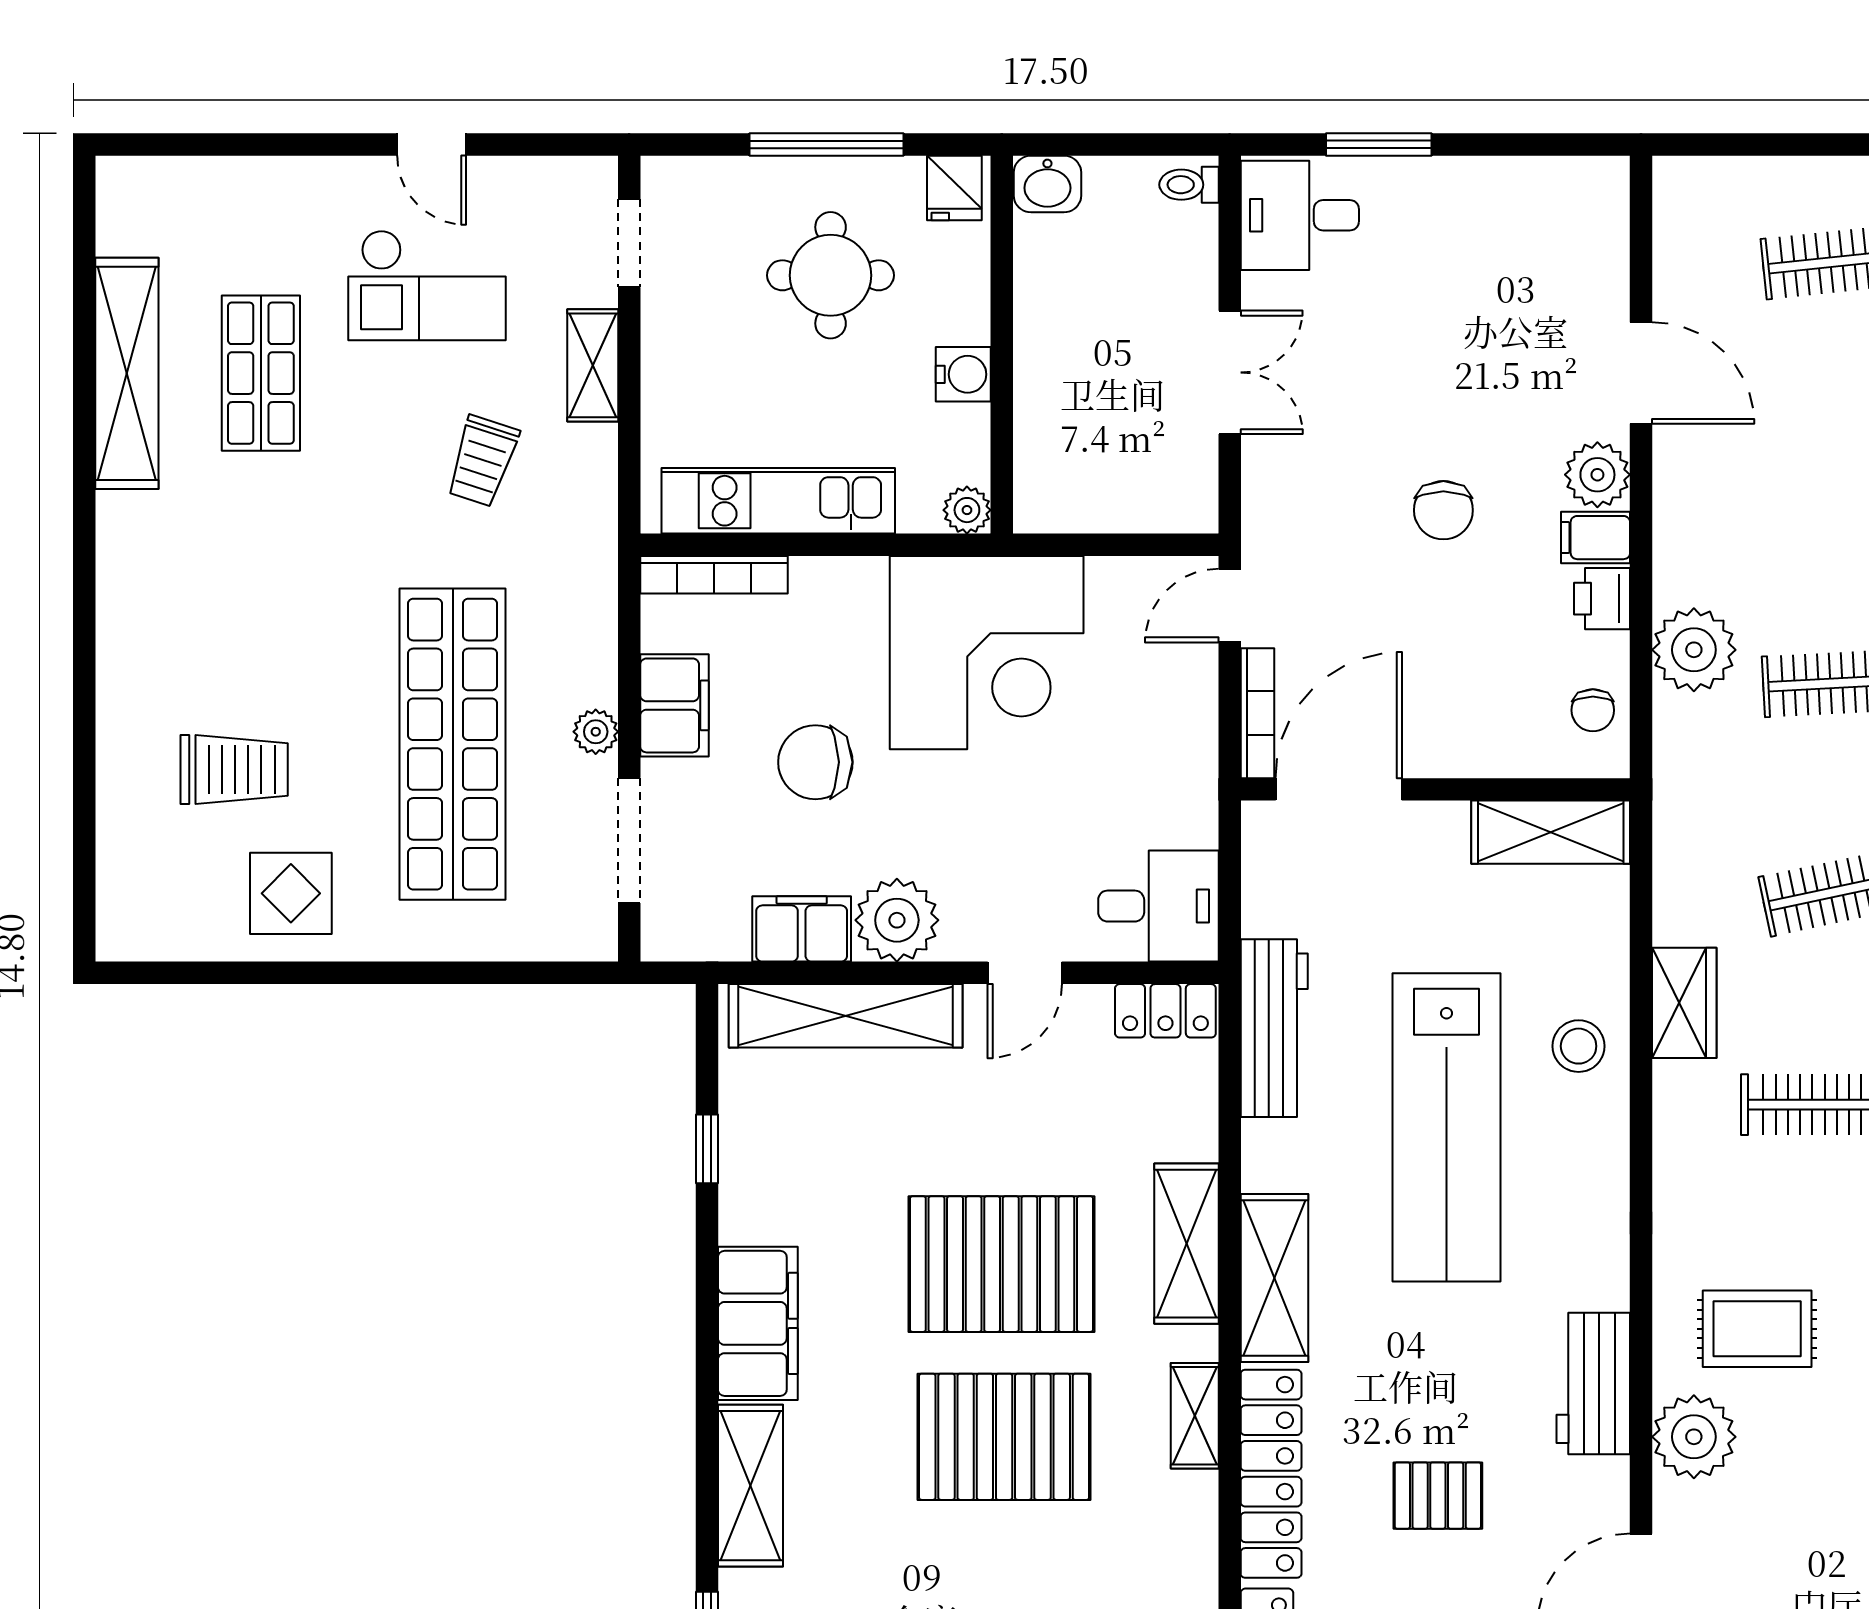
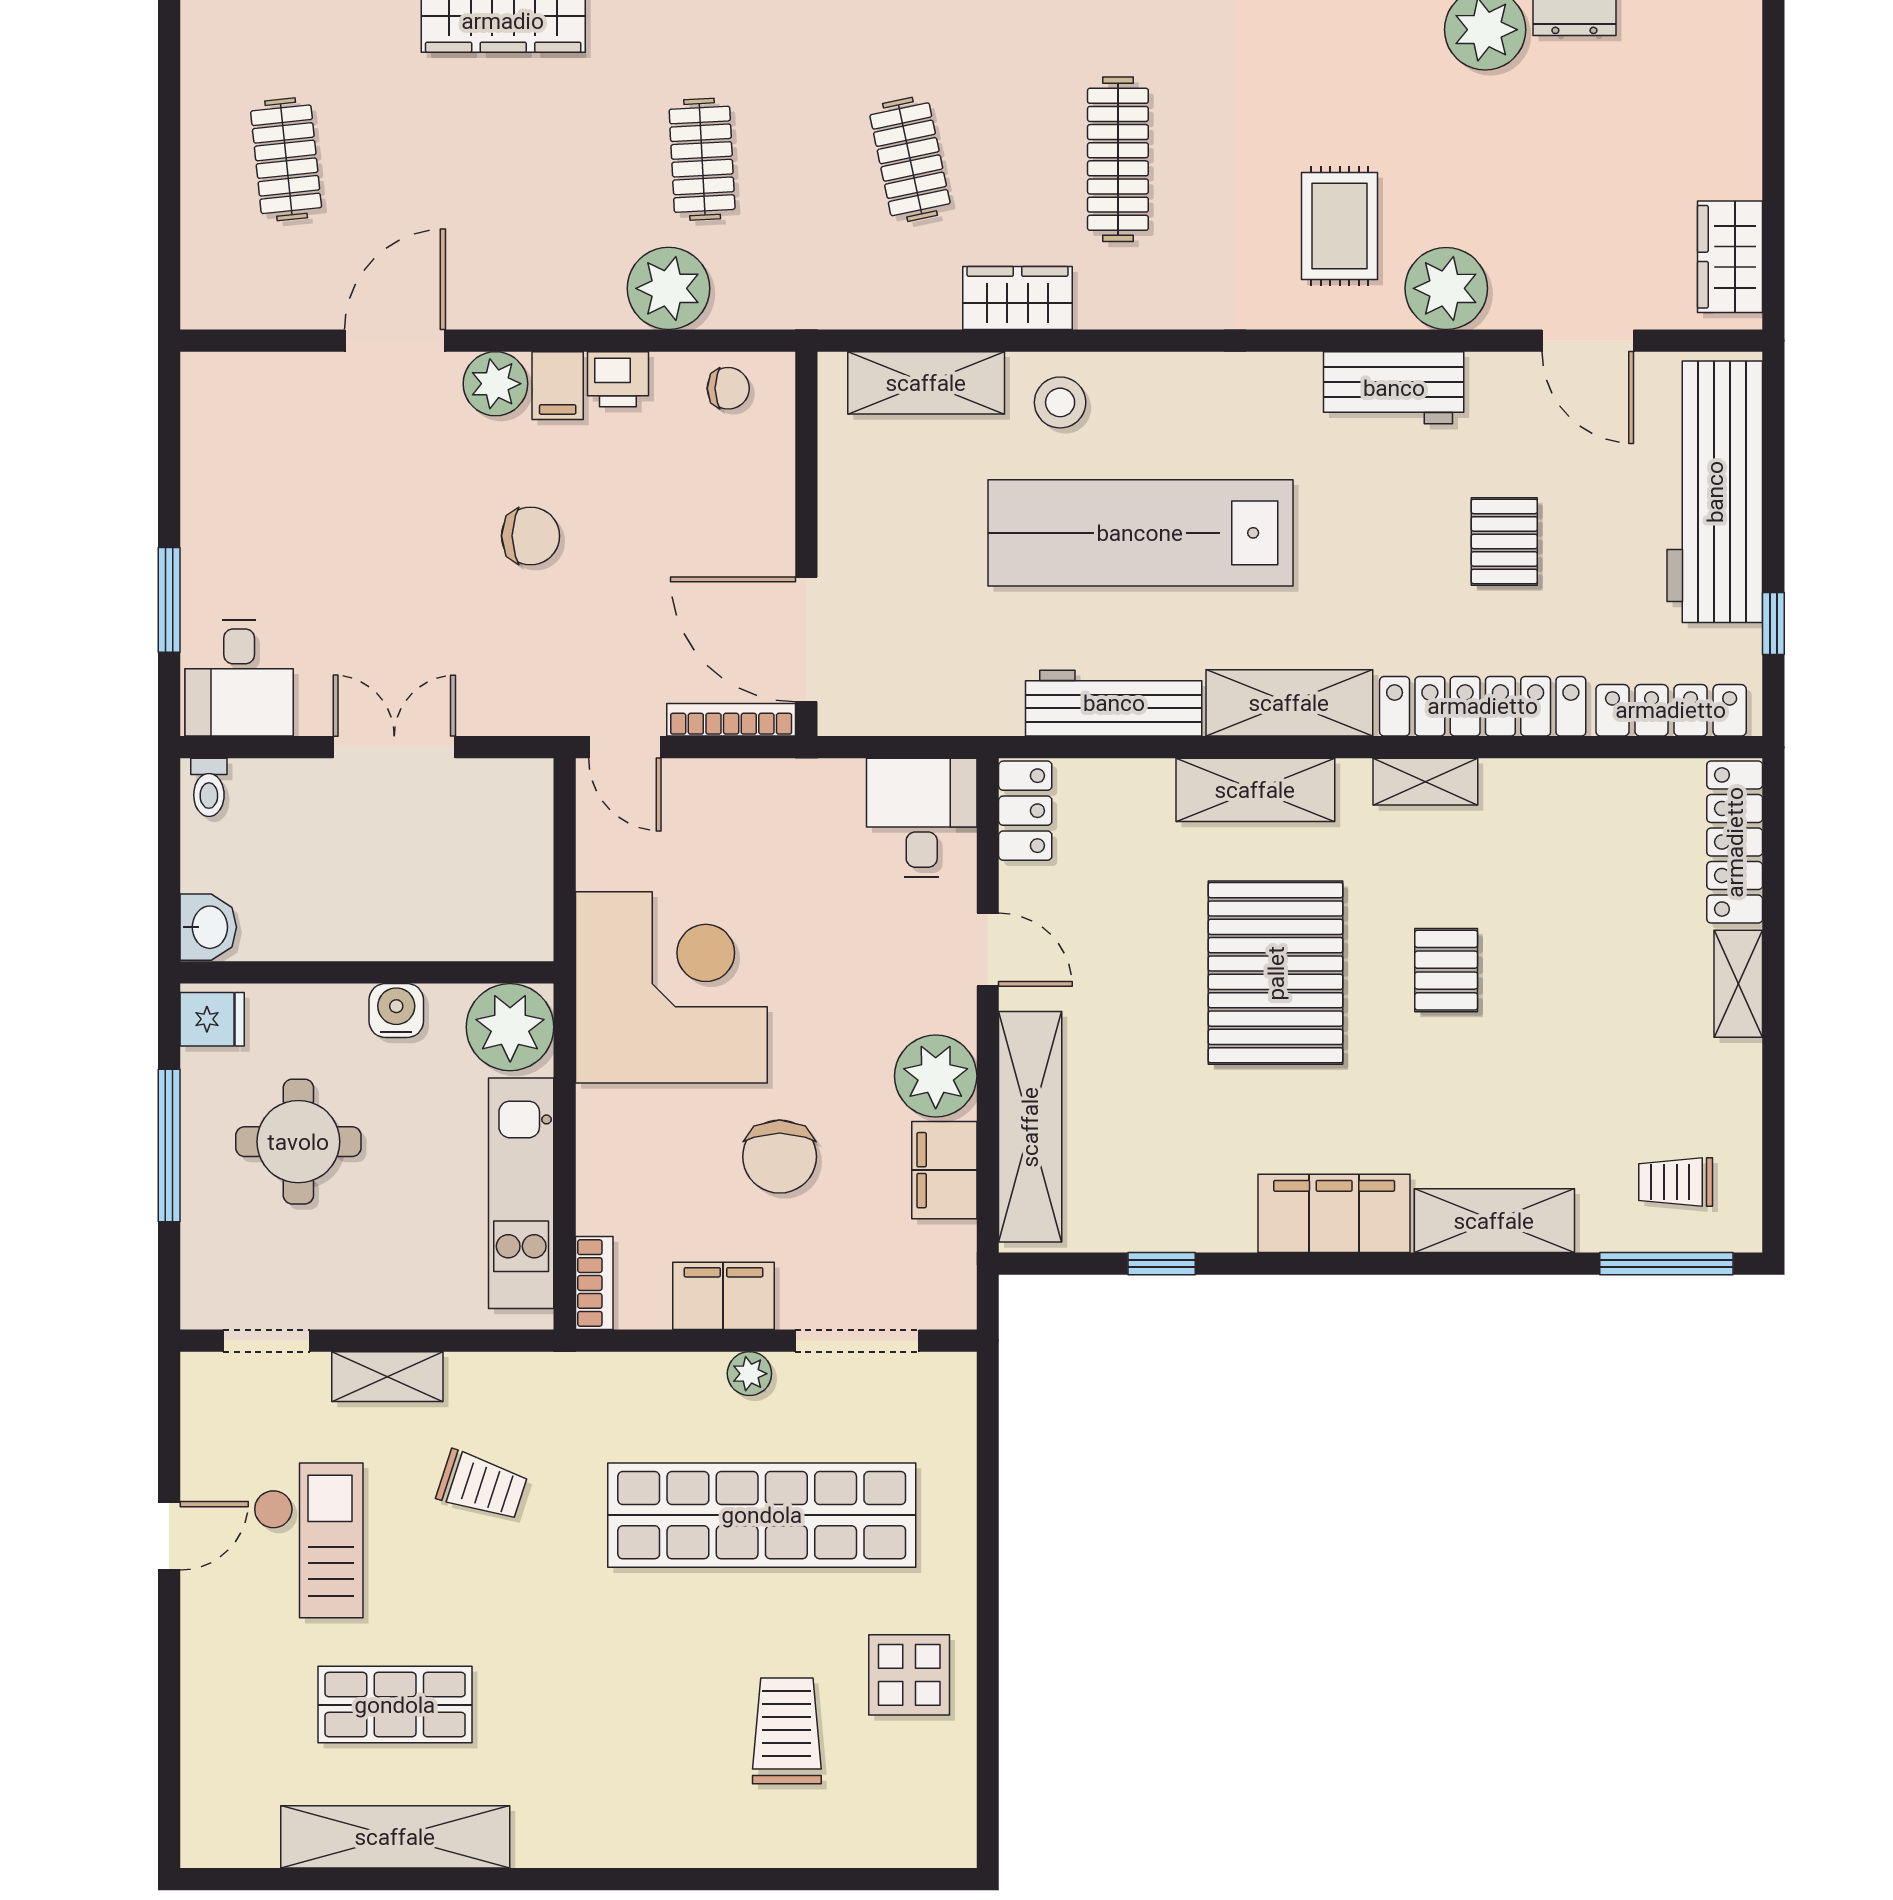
plant: (967, 510) -> (510, 1027), width x1.88, depth x1.88
bookcase: (714, 575) -> (594, 1283), width x0.64
shelving: (1551, 832) -> (926, 383), moved, turned 90
workbench: (1274, 1028) -> (1114, 703), moved
lab bench: (1447, 1127) -> (1140, 533), turned 180
pallet: (1004, 1437) -> (1446, 970), width x0.49, depth x0.50

